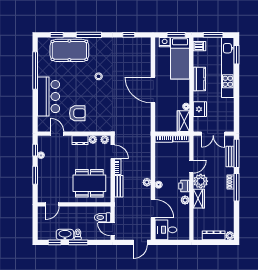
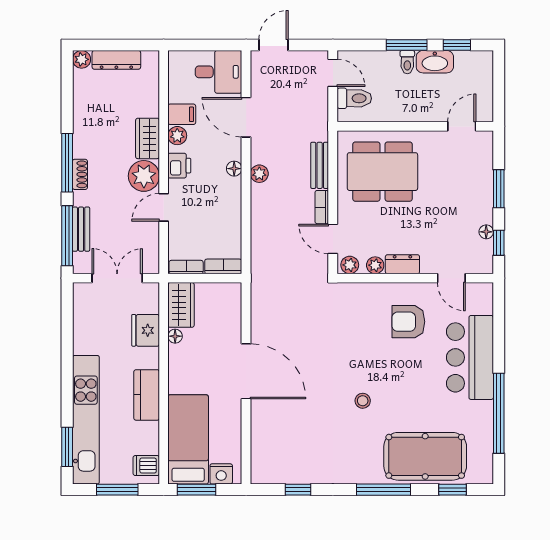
filing cabinet: (183, 210) -> (182, 114), added

